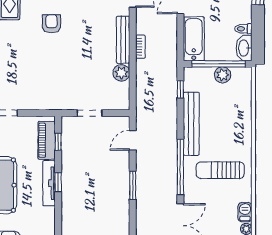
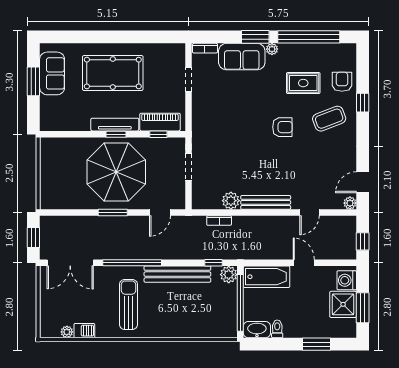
bookcase: (140, 47) -> (219, 221), moved
plant: (223, 75) -> (229, 275), moved
door: (133, 140) -> (160, 212), swing flipped
parasol: (94, 182) -> (116, 172), added

